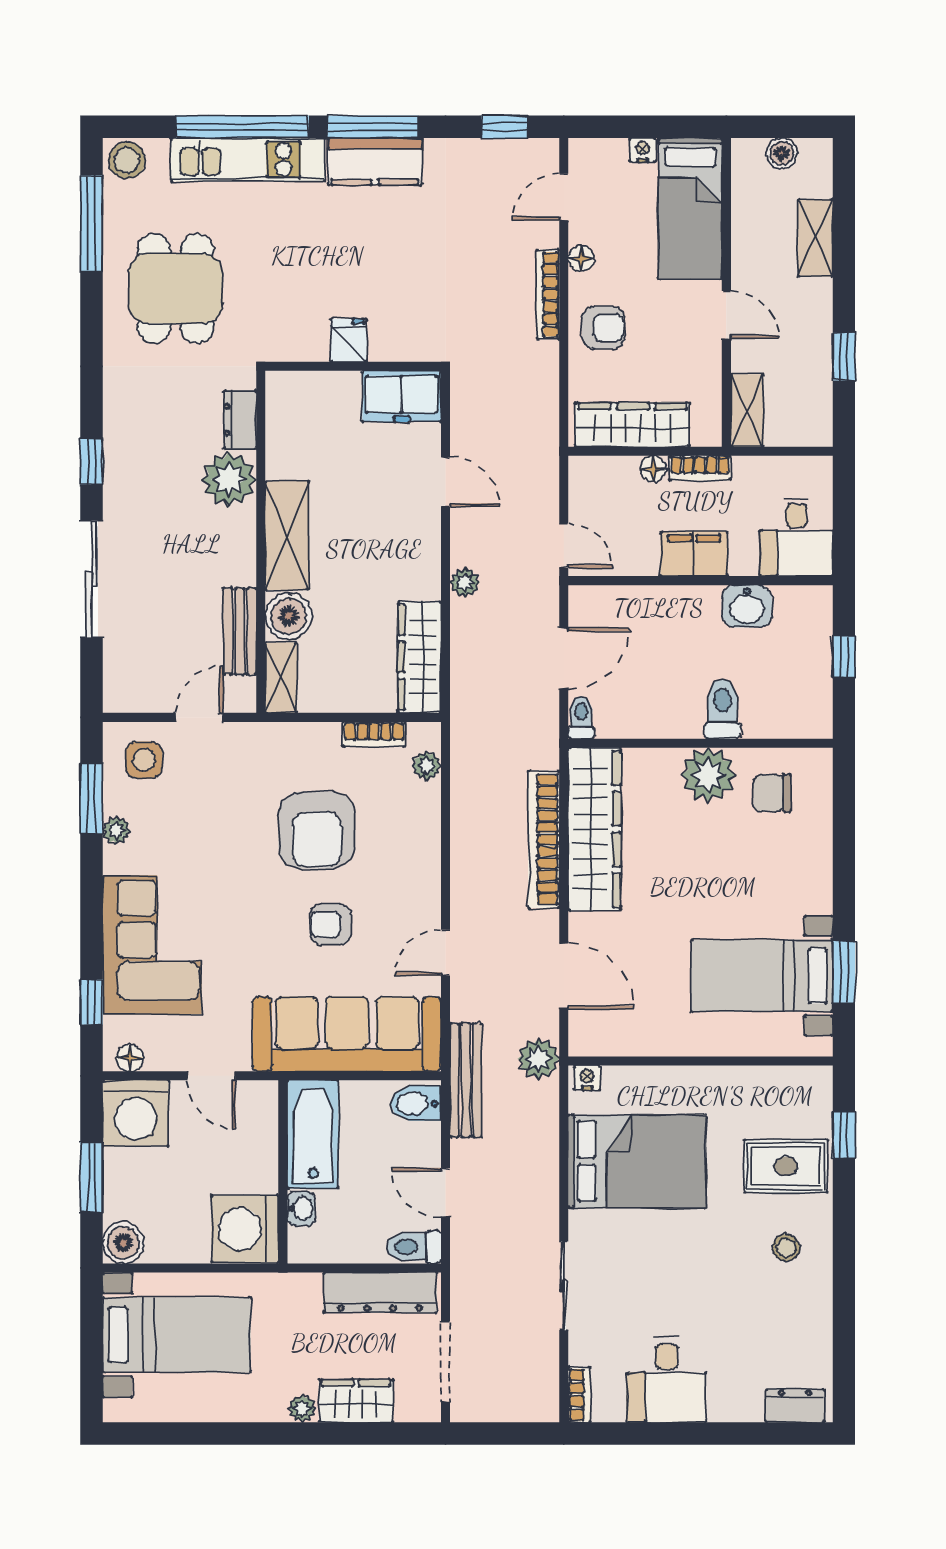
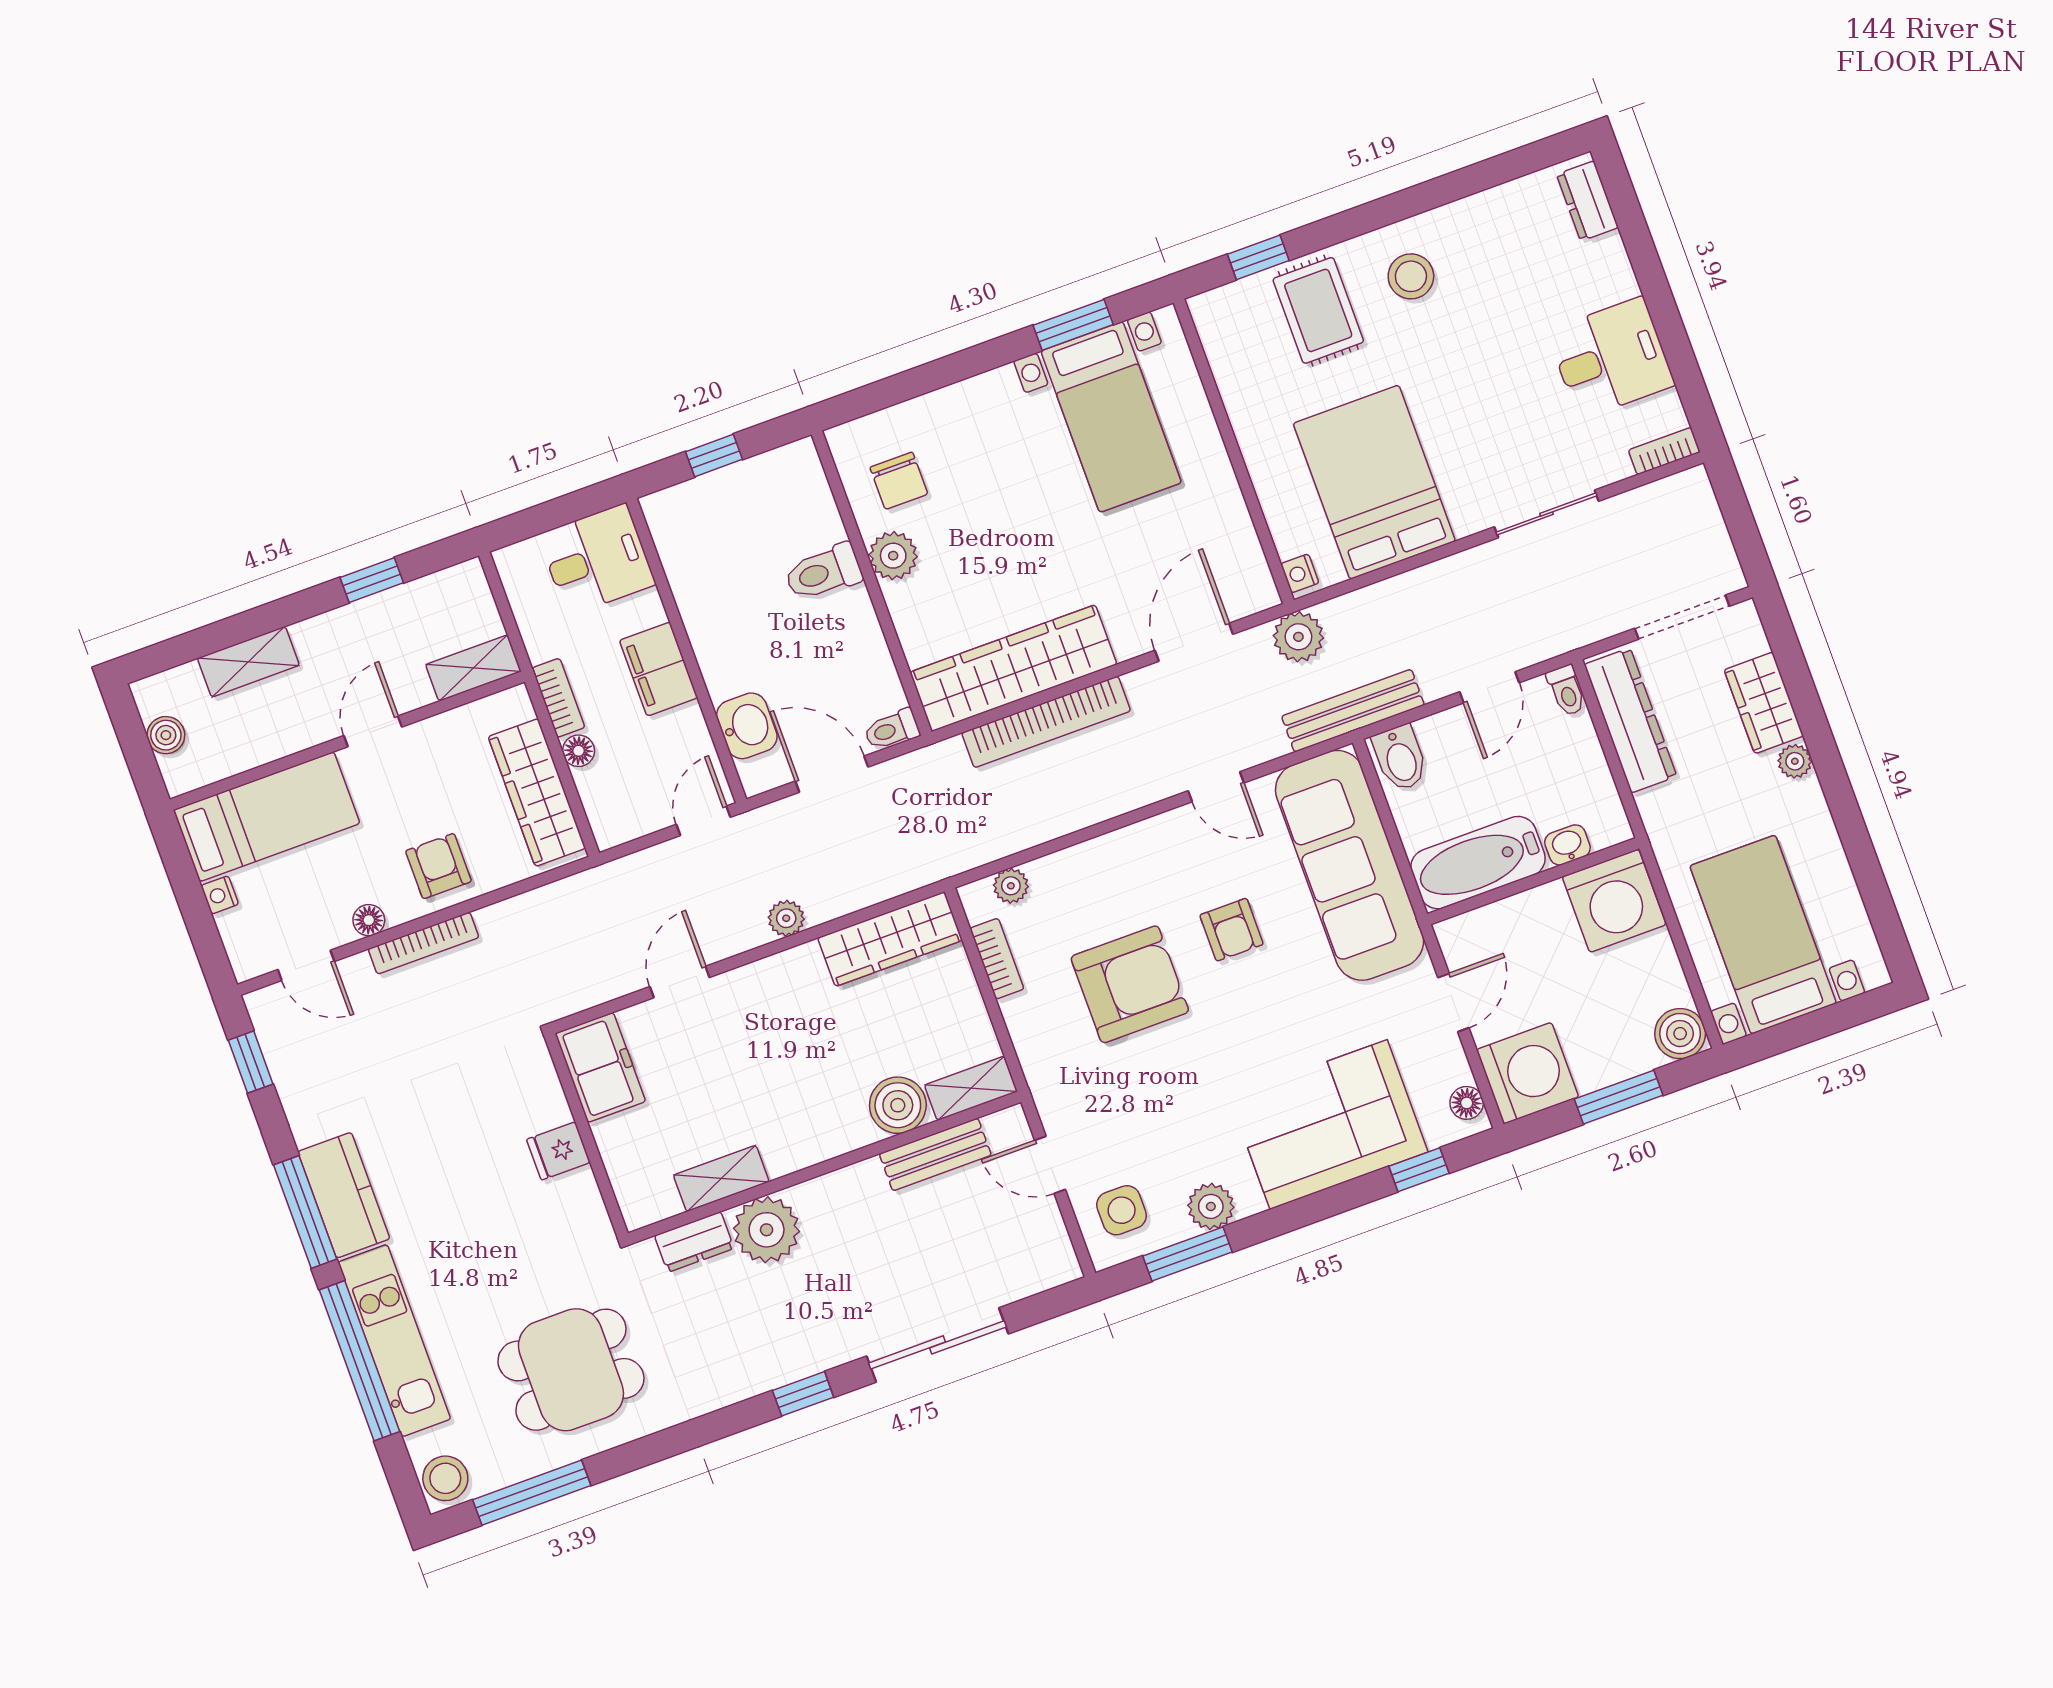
shelving: (287, 536) -> (721, 1178), moved, width x0.67, depth x0.75
washbasin: (747, 606) -> (747, 726), moved
plant: (708, 775) -> (893, 556), width x0.73, depth x0.73
plant: (116, 830) -> (1211, 1206), width x1.38, depth x1.38
toilet: (414, 1247) -> (1566, 690), width x0.73, depth x0.72
stool: (786, 1248) -> (1411, 276), width x1.37, depth x1.37

